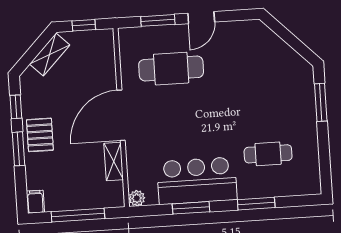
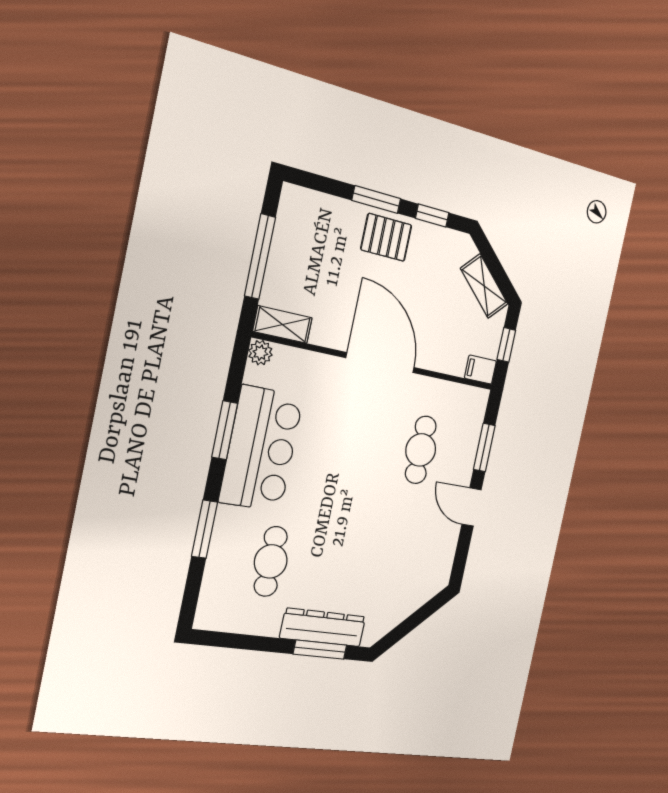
cafe table: (171, 69) -> (421, 450), width x0.73, depth x0.74
dresser: (305, 105) -> (323, 627), added
shelving: (114, 161) -> (283, 325), moved
filing cabinet: (35, 202) -> (480, 370), moved, turned 180

